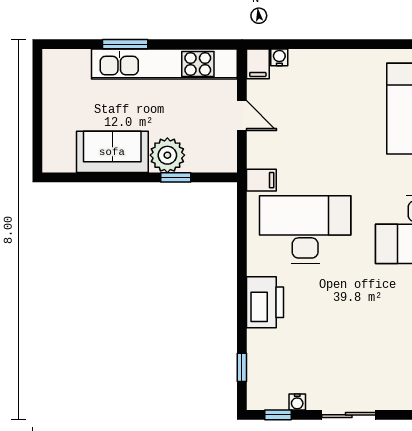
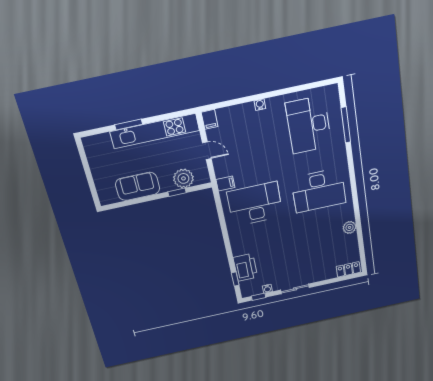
water cooler: (279, 57) -> (260, 105), moved
plant: (167, 155) -> (183, 178), moved
printer: (265, 302) -> (245, 267), moved

